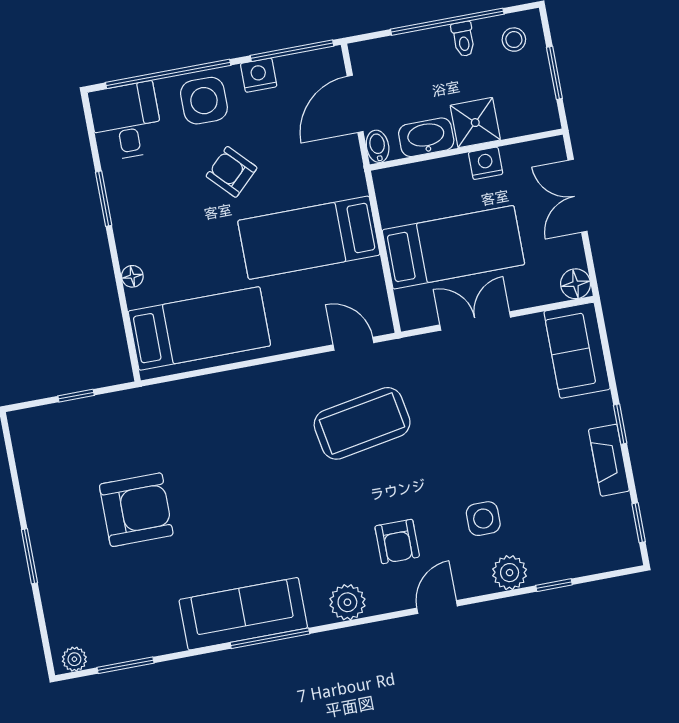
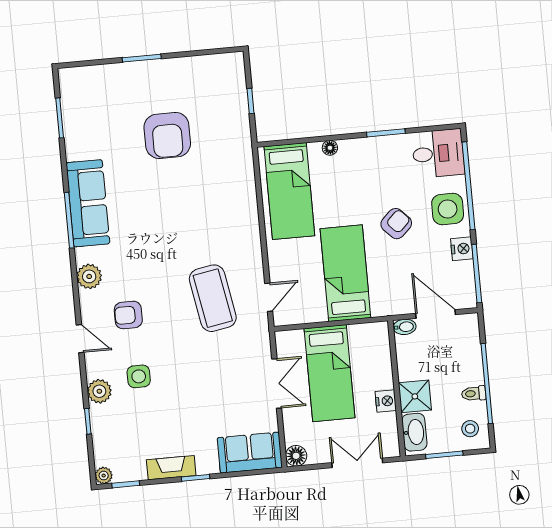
washbasin: (426, 137) -> (414, 432), moved
plant: (74, 659) -> (104, 476), moved

